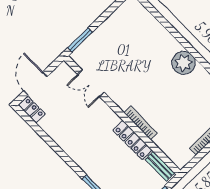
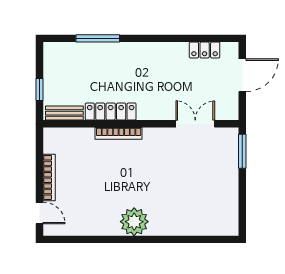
door: (35, 84) -> (242, 75), hinge flipped
locker: (32, 110) -> (205, 50), moved

